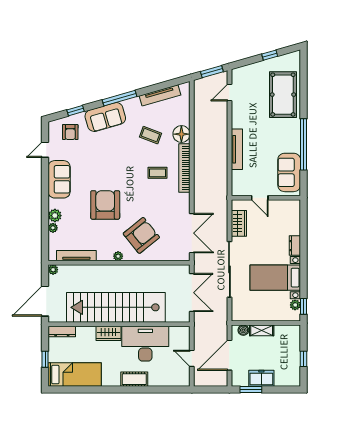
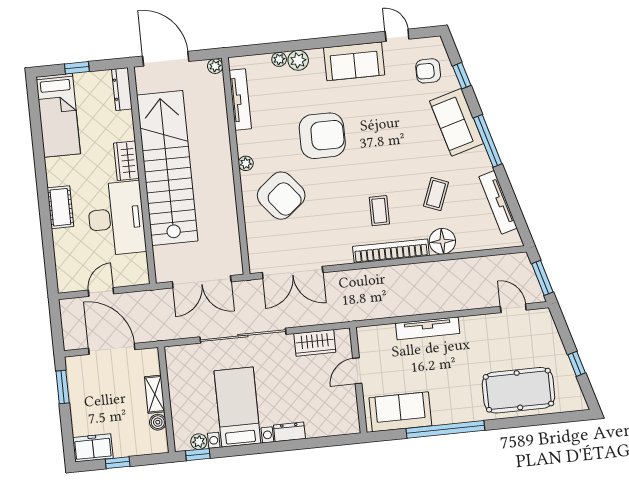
boiler: (243, 330) -> (158, 422), moved
freezer: (261, 378) -> (93, 448), moved, turned -90

